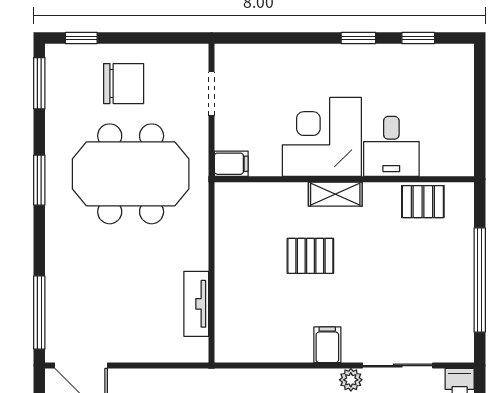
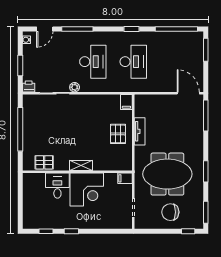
pallet: (310, 256) -> (118, 134), moved, turned 90
tv unit: (196, 304) -> (140, 131), moved
filing cabinet: (327, 345) -> (126, 102), moved

